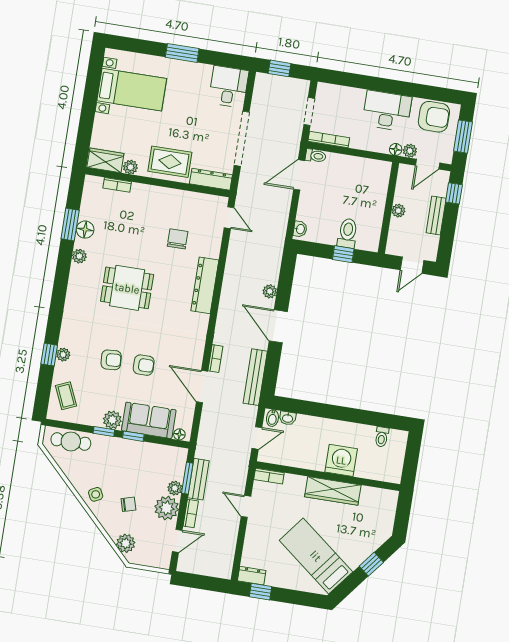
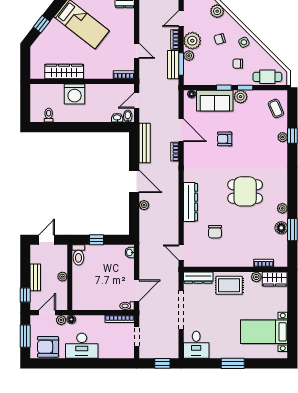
toilet: (348, 233) -> (78, 255), moved
armchair: (111, 360) -> (248, 139), removed
chair: (109, 466) -> (238, 64), added
wardrobe: (333, 491) -> (64, 71), moved

